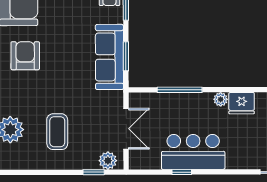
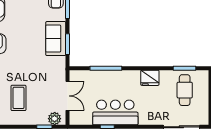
sofa: (109, 57) -> (56, 39), width x0.73
plant: (221, 99) -> (135, 75), removed

